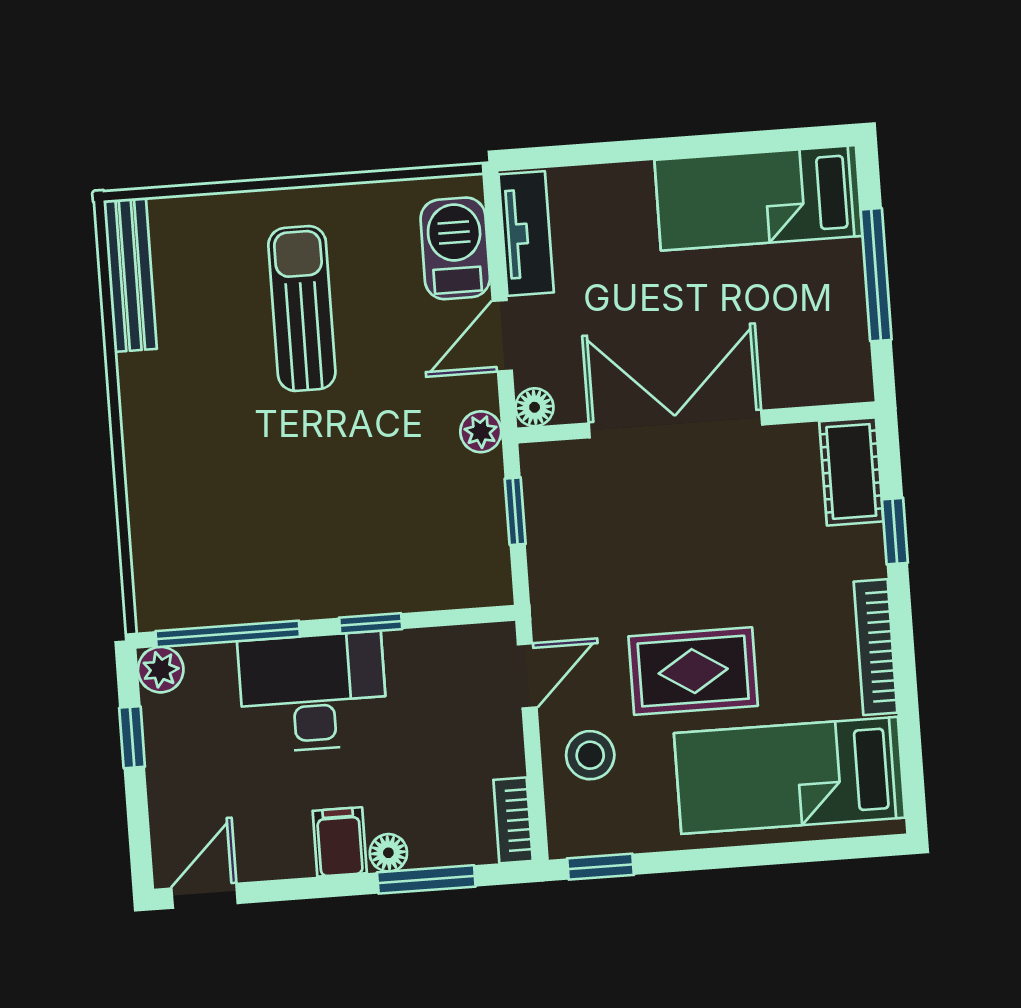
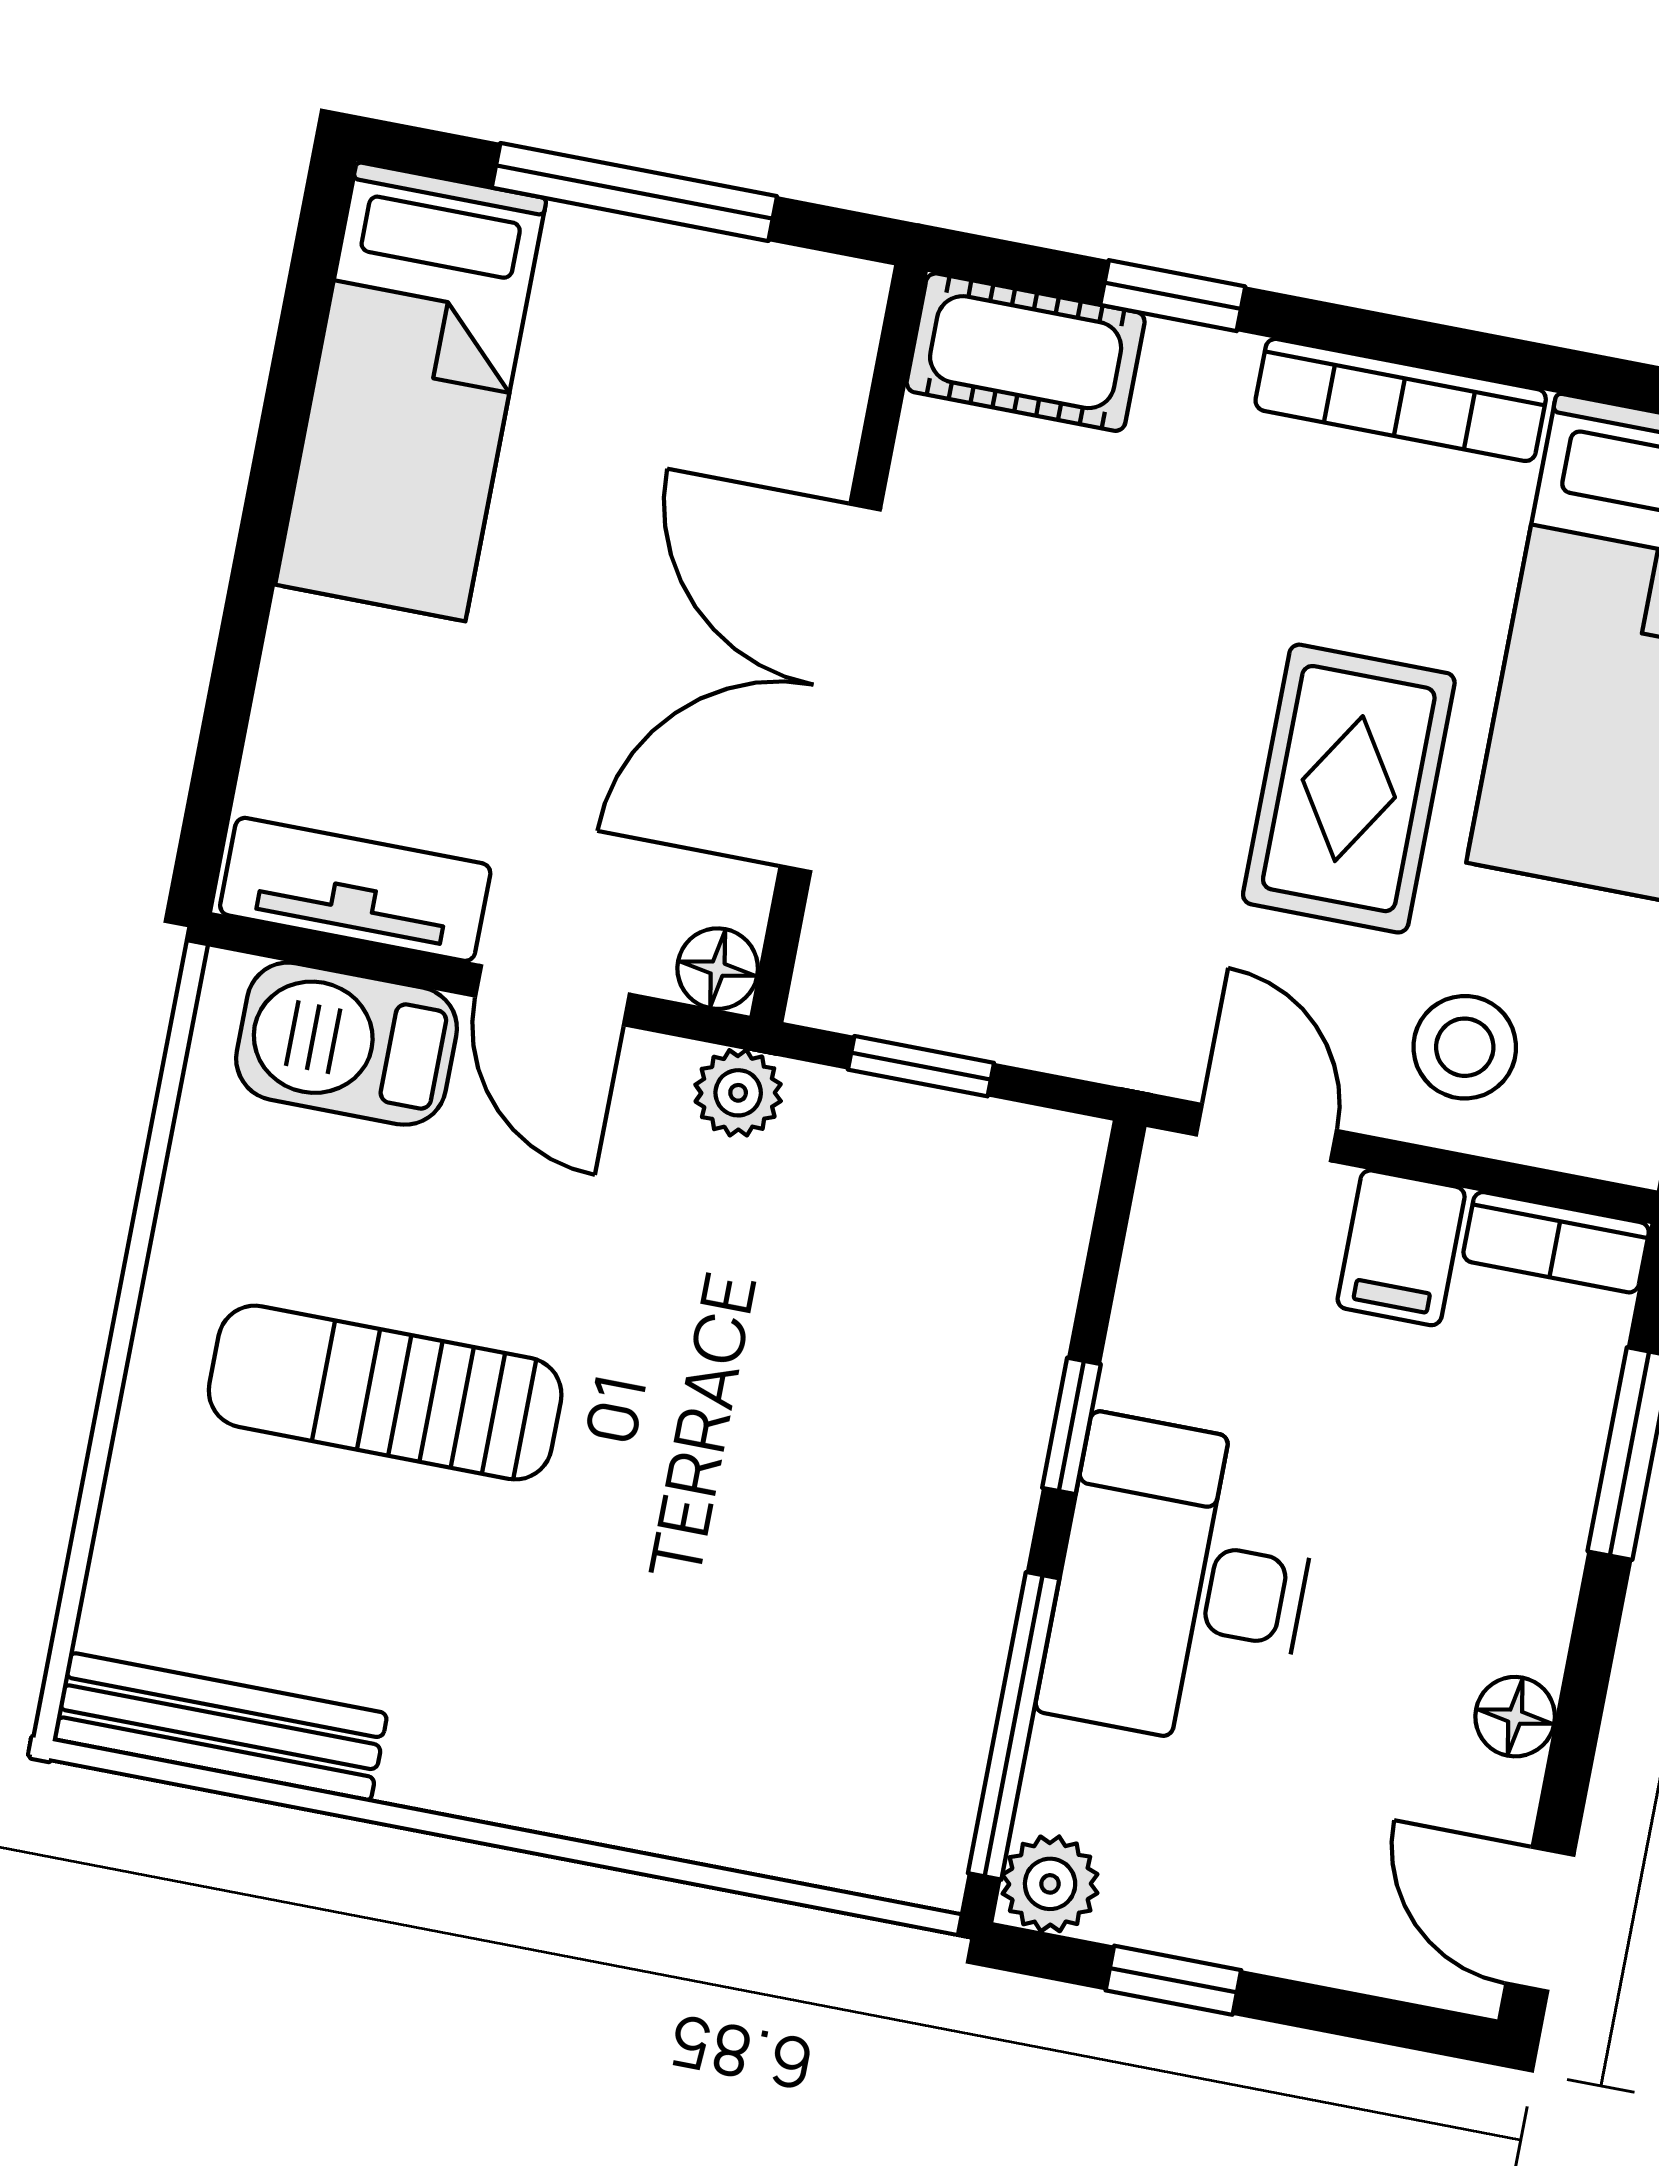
filing cabinet: (340, 842) -> (1401, 1248), moved, turned -90
floor lamp: (388, 853) -> (1515, 1717), moved

